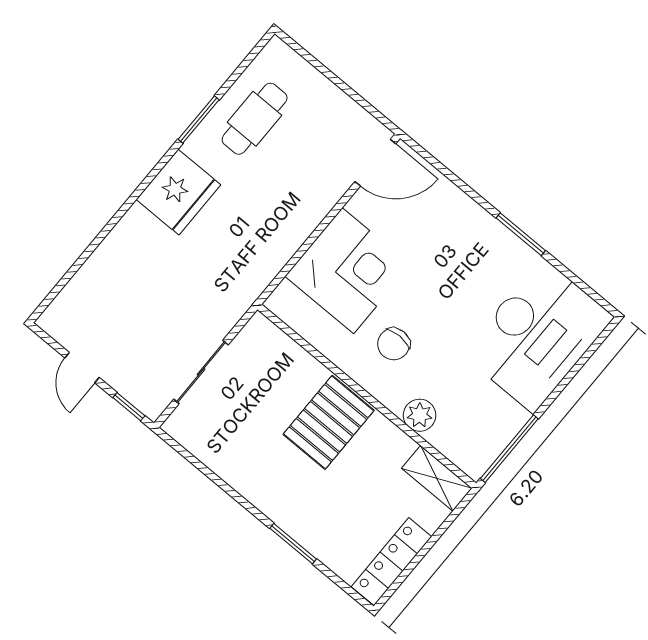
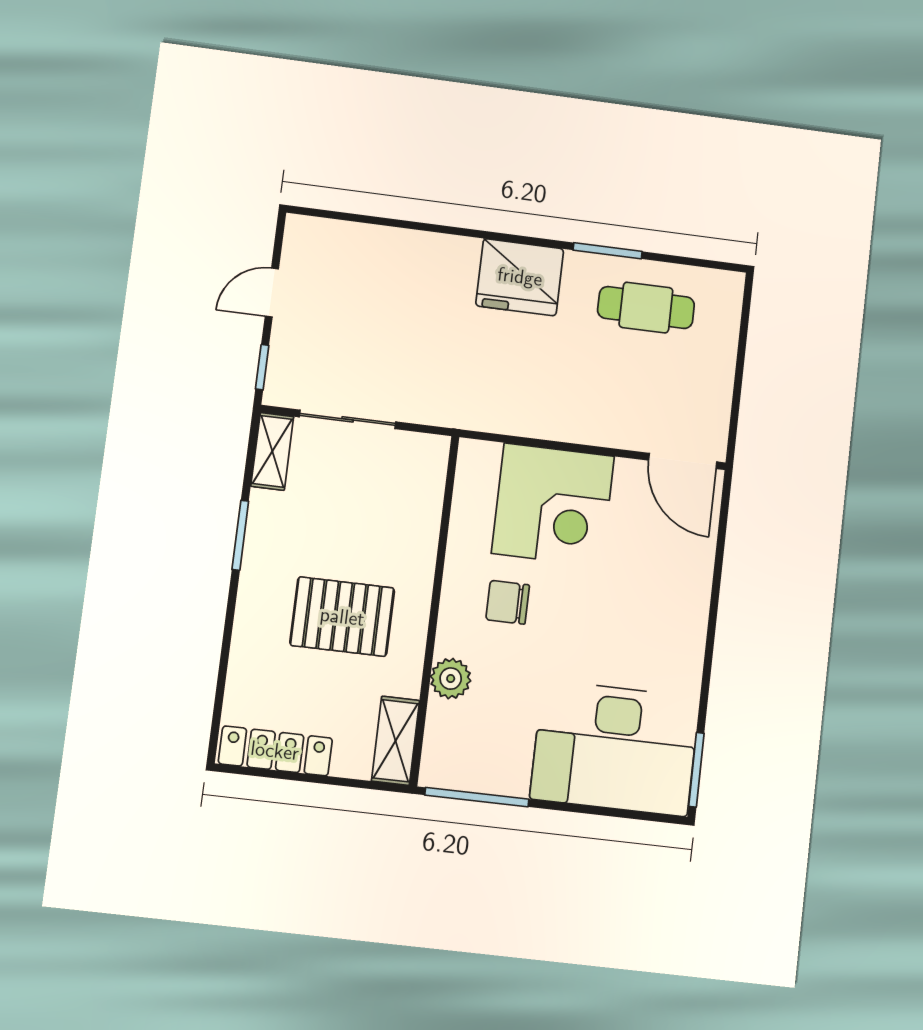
window: (521, 234) -> (696, 770), moved
pallet: (329, 422) -> (342, 617), moved
shelving: (190, 436) -> (272, 451), added
window: (293, 544) -> (240, 535), moved

